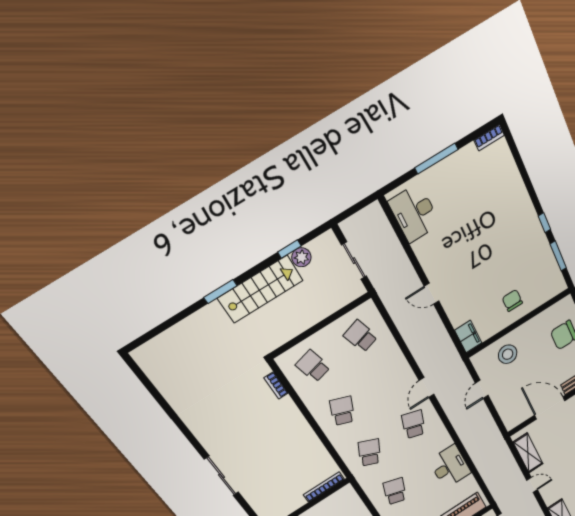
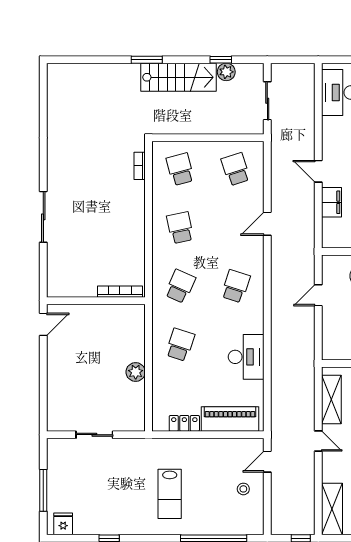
filing cabinet: (468, 337) -> (331, 202), moved
door: (427, 387) -> (267, 224), moved
school desk: (342, 411) -> (180, 228), turned -33

